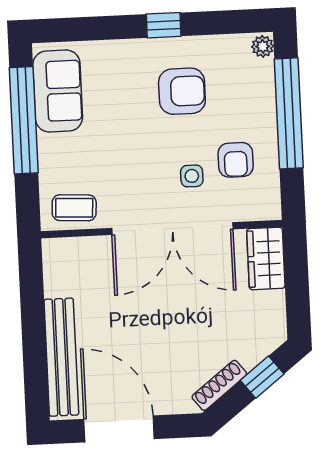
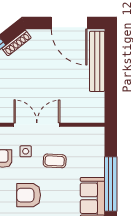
coffee table: (74, 208) -> (55, 161), moved
double door: (172, 229) -> (37, 125), width x0.73

